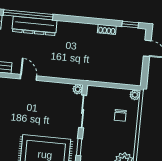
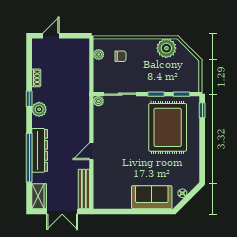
window: (130, 25) -> (29, 99), moved
plant: (75, 29) -> (39, 109), added
plant: (135, 95) -> (99, 54), moved

